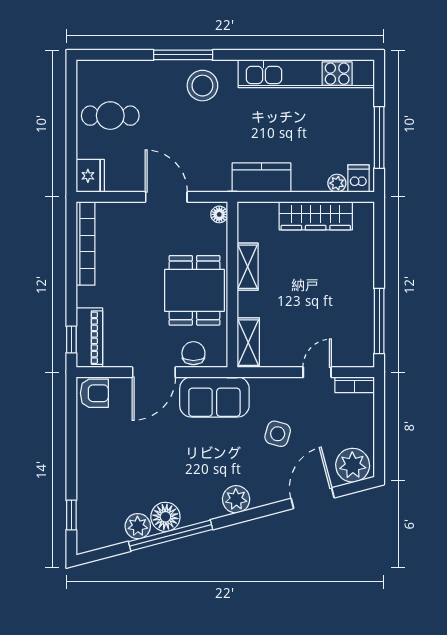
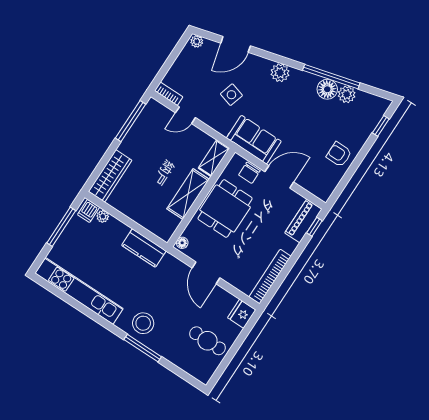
wardrobe: (316, 216) -> (110, 176), moved, turned 90
shelving: (248, 267) -> (188, 194), width x1.50, depth x1.33
armchair: (94, 393) -> (339, 154), moved
plant: (353, 465) -> (197, 41), width x0.53, depth x0.53

